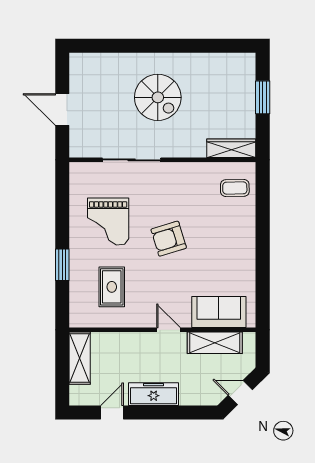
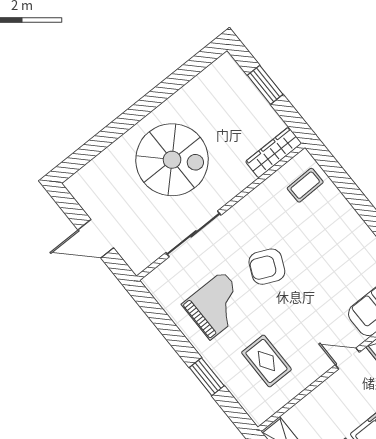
spiral stairs: (158, 97) -> (172, 160), width x1.37, depth x1.37
grand piano: (108, 222) -> (217, 306), turned -90
armchair: (169, 239) -> (267, 267), moved, turned 41

